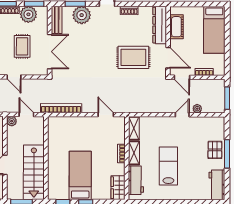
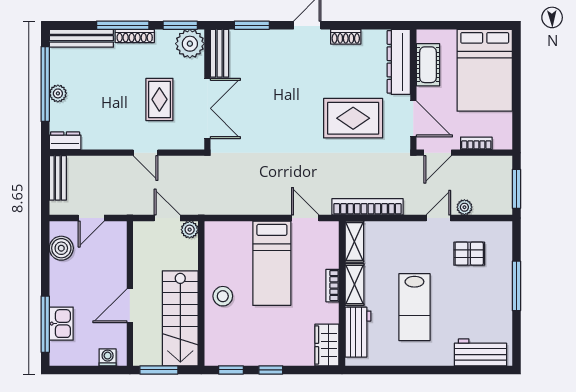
plant: (28, 14) -> (190, 44), moved
plant: (82, 15) -> (263, 45), removed
bed: (214, 30) -> (485, 70), width x1.50
door: (182, 77) -> (438, 153), hinge flipped
bookcase: (61, 108) -> (367, 207), moved
plant: (12, 121) -> (190, 230), moved
pallet: (215, 150) -> (469, 254), moved, turned 90
stool: (58, 160) -> (223, 296), added
lab bench: (168, 166) -> (414, 307), turned 180
bed: (80, 175) -> (272, 263), moved, turned 180
workbench: (217, 185) -> (480, 352), moved, turned 90

